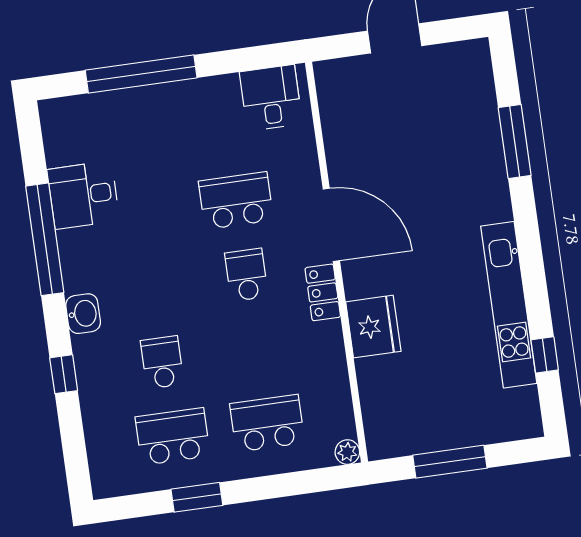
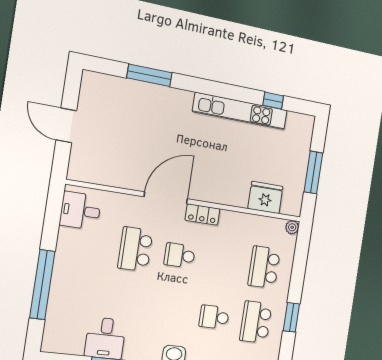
fridge: (373, 327) -> (265, 198), moved

